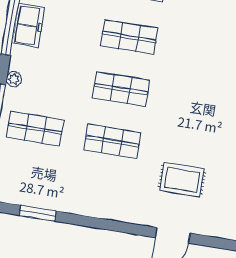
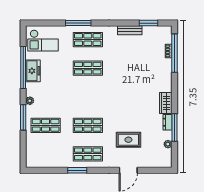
shop shelf: (121, 89) -> (88, 154), moved
window: (38, 213) -> (77, 170), moved

